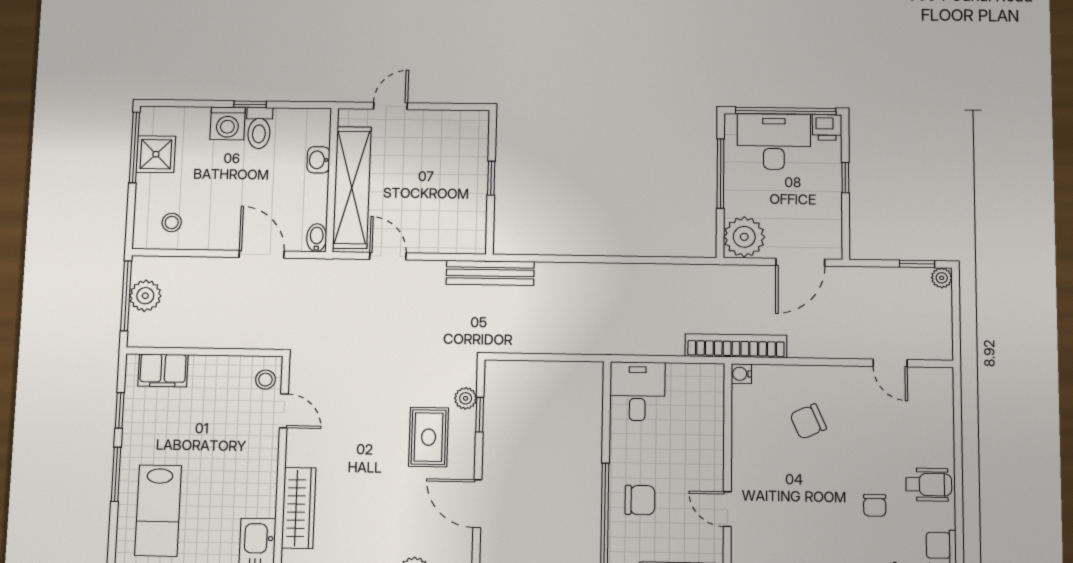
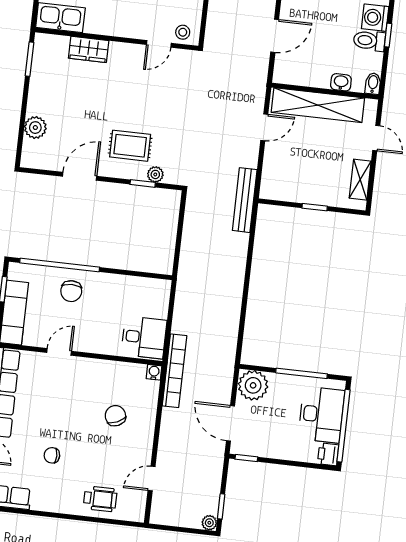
shelving: (448, 122) -> (360, 180), added
window: (845, 178) -> (246, 458), moved
bidet: (317, 238) -> (373, 84), moved, turned -90
desk: (637, 391) -> (144, 337), moved
wheelchair: (929, 485) -> (100, 499), moved, turned -90
wardrobe: (299, 508) -> (89, 49), width x0.67

